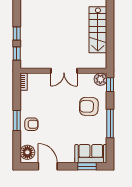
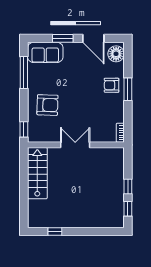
stairs: (98, 30) -> (37, 173), moved
window: (17, 53) -> (128, 209), moved
plant: (100, 79) -> (34, 135), removed
window: (110, 123) -> (24, 72), moved
window: (87, 166) -> (63, 38), moved

